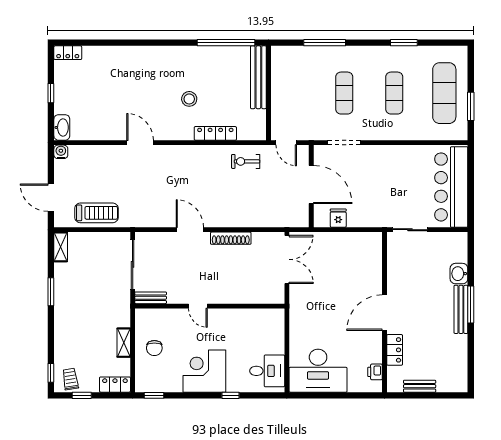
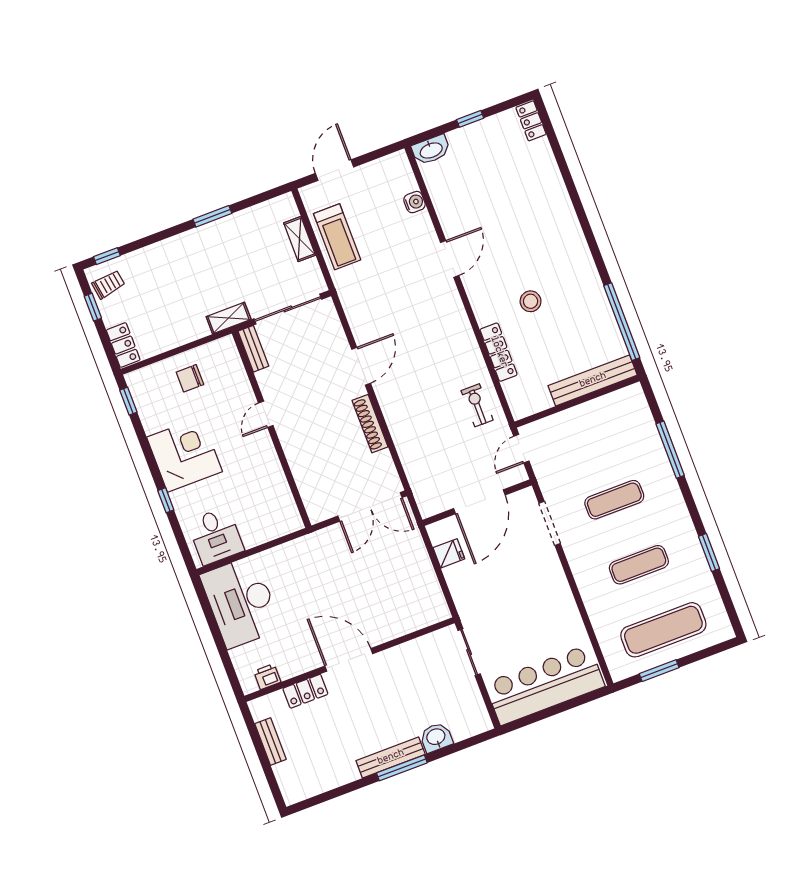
water cooler: (61, 152) -> (415, 202), moved
shelving: (61, 247) -> (300, 239), moved, turned 90
shelving: (124, 343) -> (229, 318), moved

